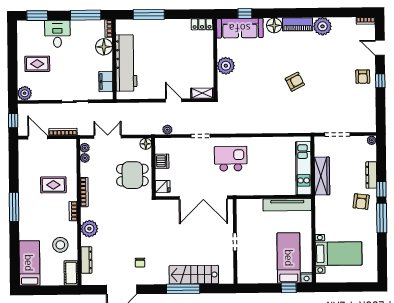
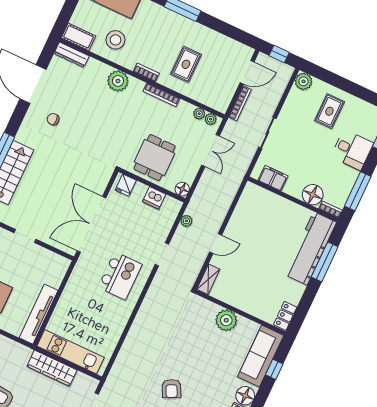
workbench: (126, 63) -> (310, 248), moved, turned 90
dresser: (86, 260) -> (72, 55), moved

